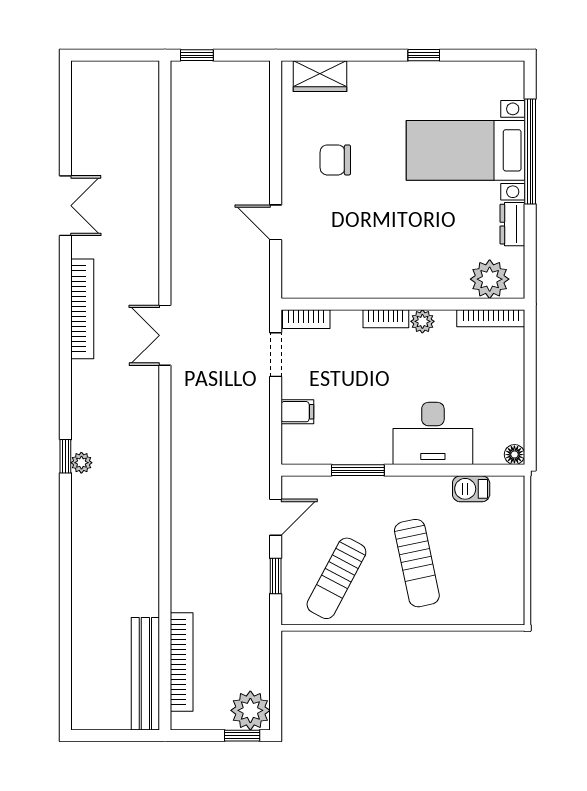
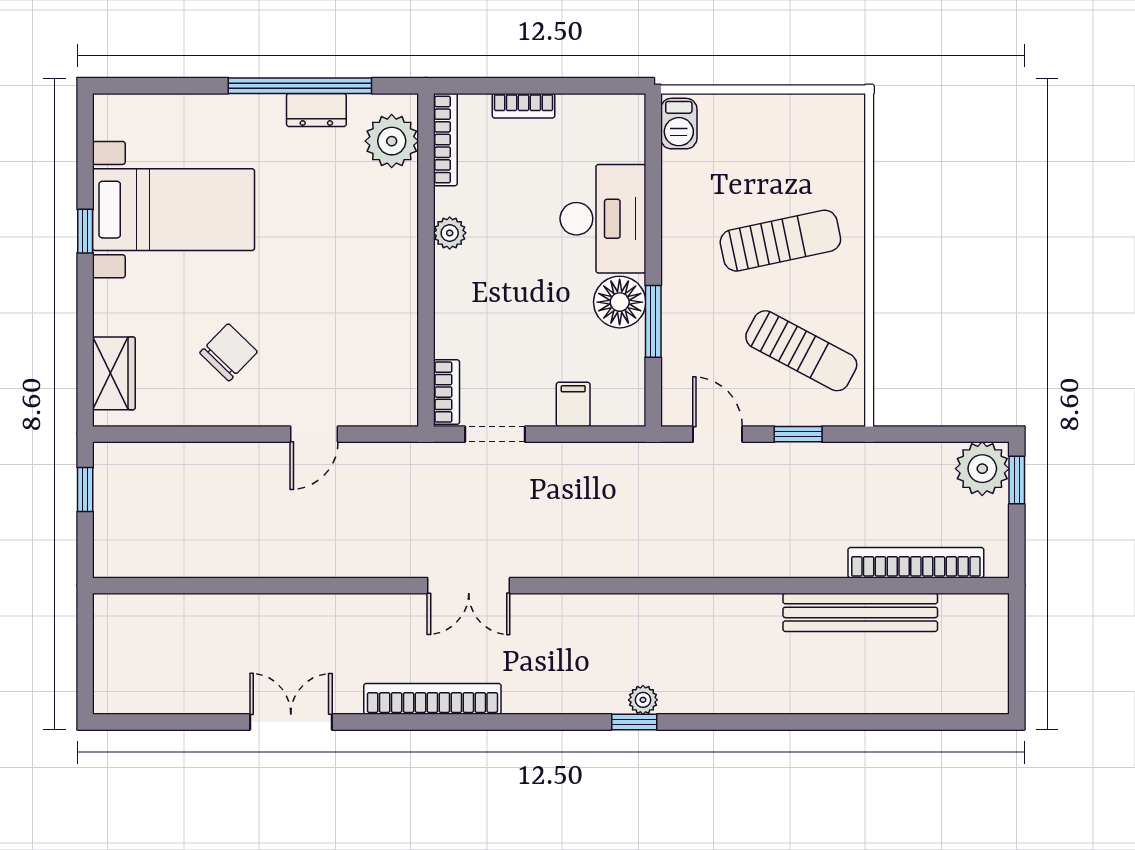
window: (197, 55) -> (85, 490), moved
bed with nightstands: (465, 150) -> (174, 210), moved, turned -90
window: (530, 152) -> (300, 86), moved
chair: (335, 160) -> (229, 352), turned -136
bookcase: (386, 319) -> (523, 106), moved, turned 90
floor lamp: (514, 455) -> (620, 302), moved, width x1.89, depth x1.89
barbecue: (471, 489) -> (679, 124), moved
bench: (145, 674) -> (860, 612), moved

